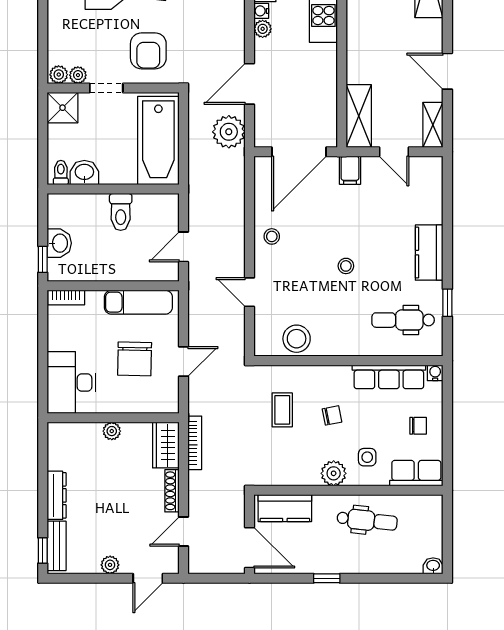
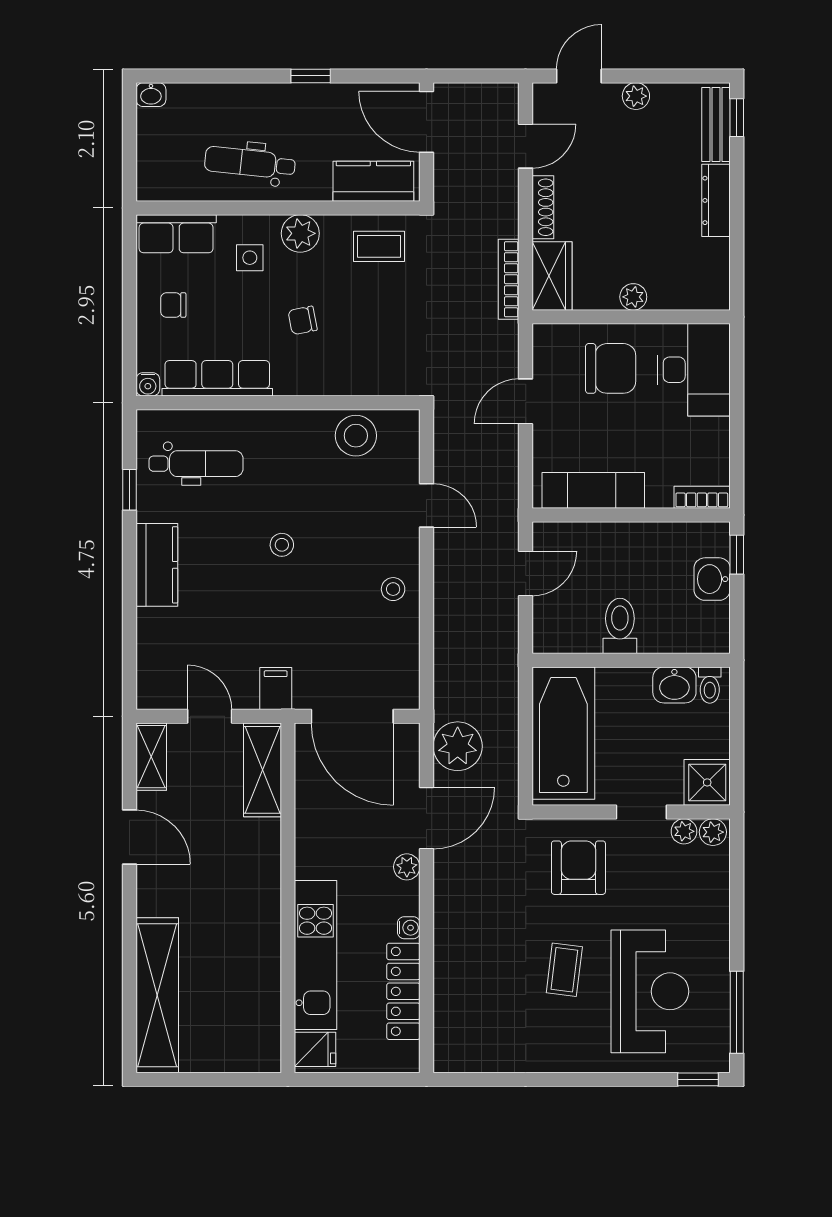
plant: (263, 29) -> (407, 867), moved
door: (299, 152) -> (352, 716), swing flipped
chair: (135, 359) -> (611, 368), moved, turned 89
coffee table: (282, 410) -> (379, 246), moved, turned 90

